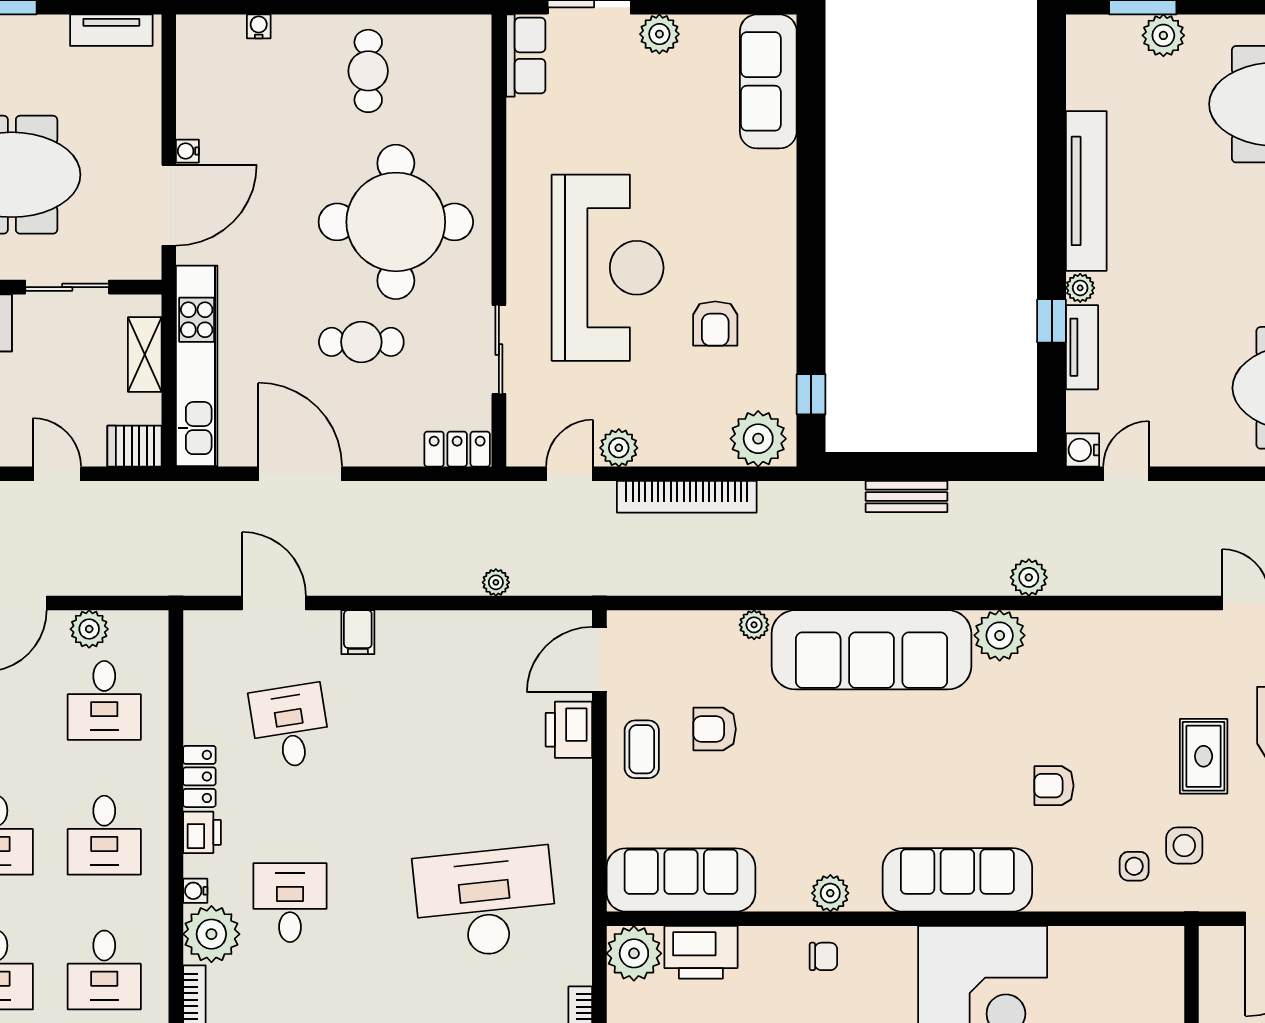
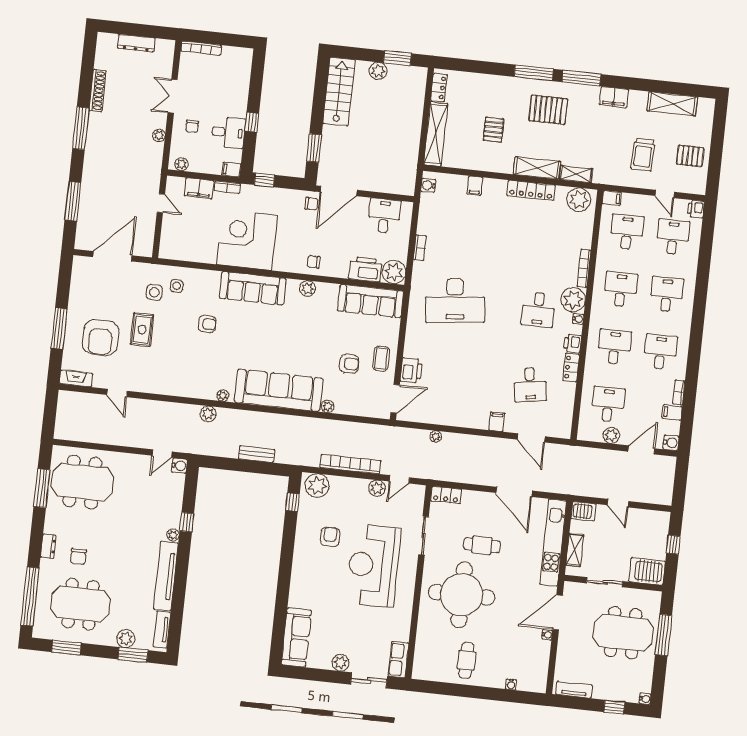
tv unit: (1082, 347) -> (162, 629), moved
plant: (1000, 635) -> (223, 396), width x0.53, depth x0.53

